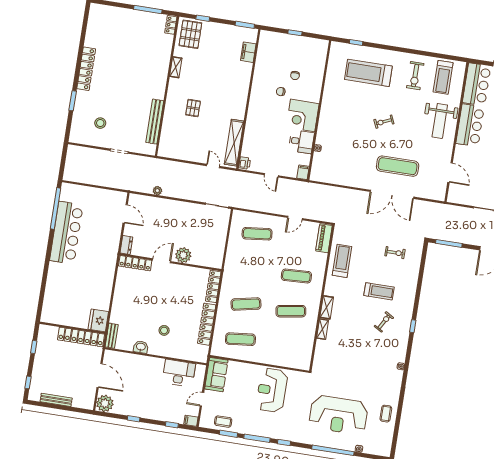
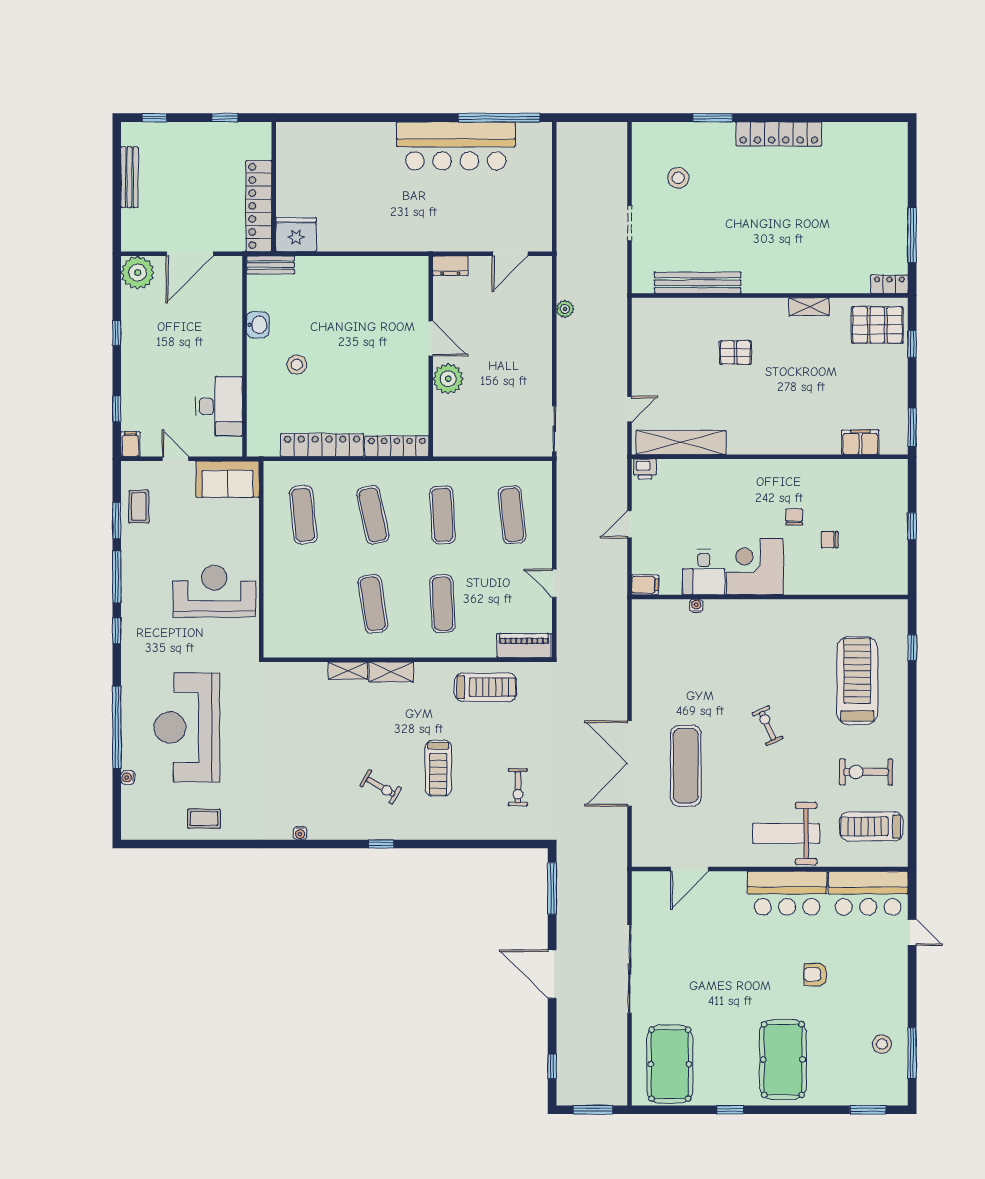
locker: (135, 263) -> (418, 288), removed
exercise mat: (252, 269) -> (442, 515), added

